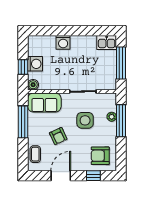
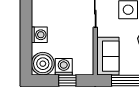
boiler: (33, 85) -> (43, 64), moved, width x1.86, depth x1.86

